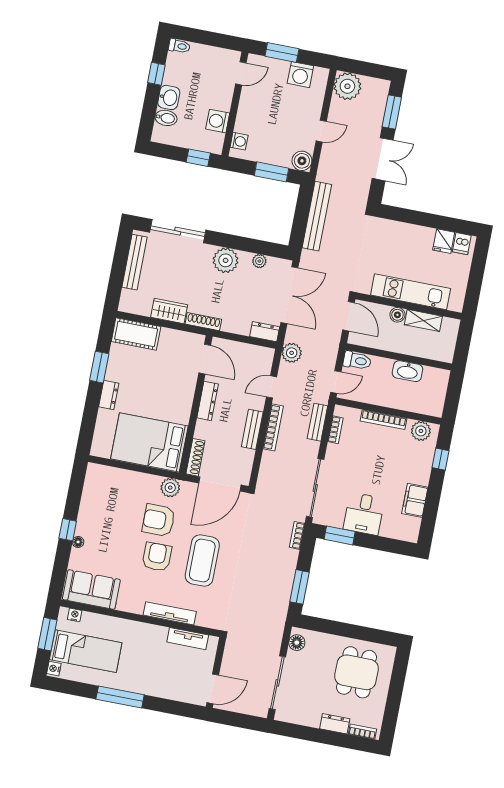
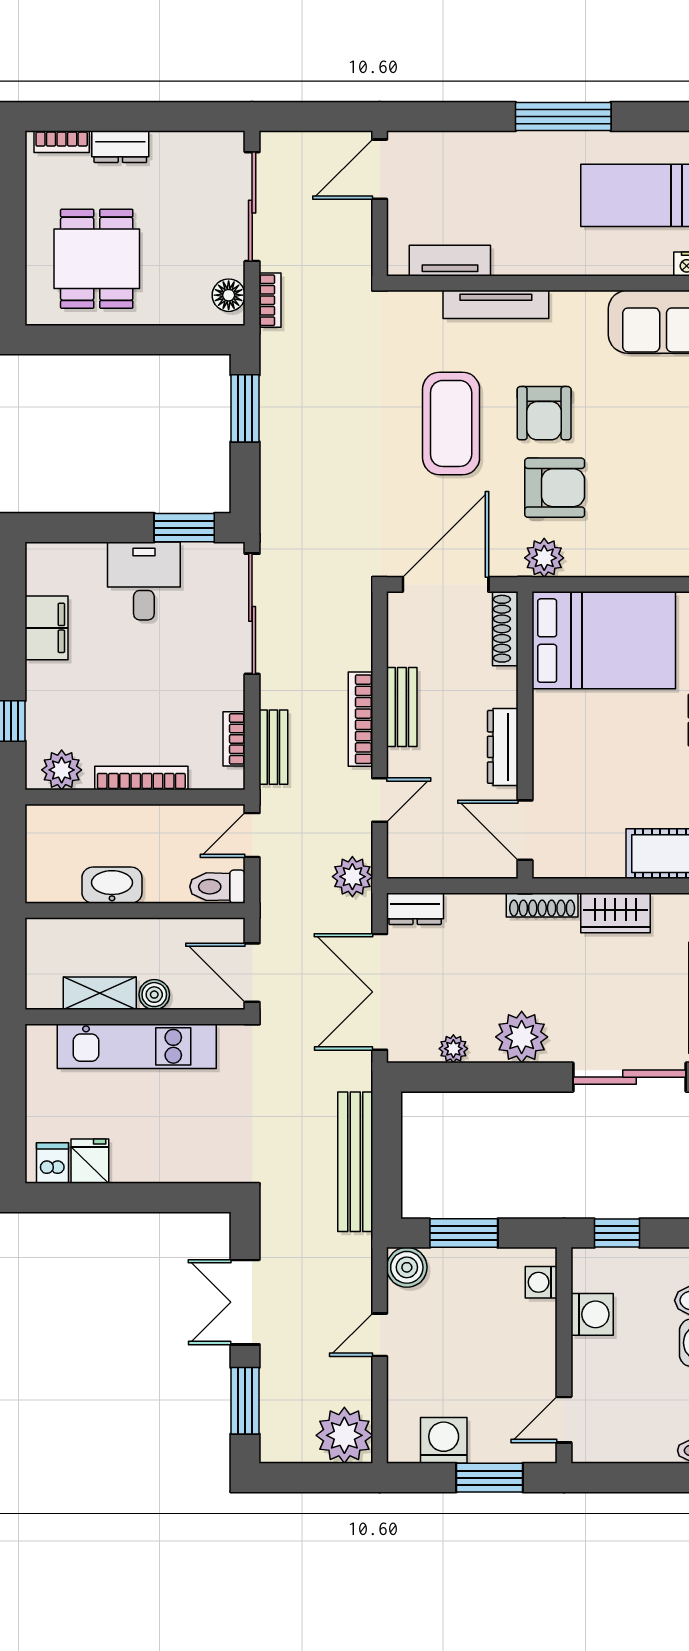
bookcase: (297, 535) -> (270, 300), moved

